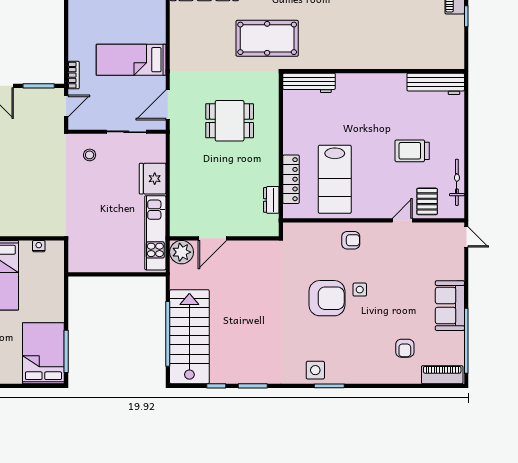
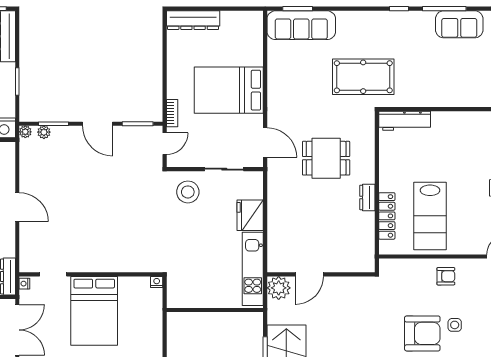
bed: (131, 60) -> (229, 90), width x1.50
door: (168, 105) -> (265, 143), swing flipped
stool: (90, 155) -> (188, 192), width x1.89, depth x1.89
dresser: (271, 200) -> (367, 197), moved
nightstand: (39, 246) -> (157, 282), moved

